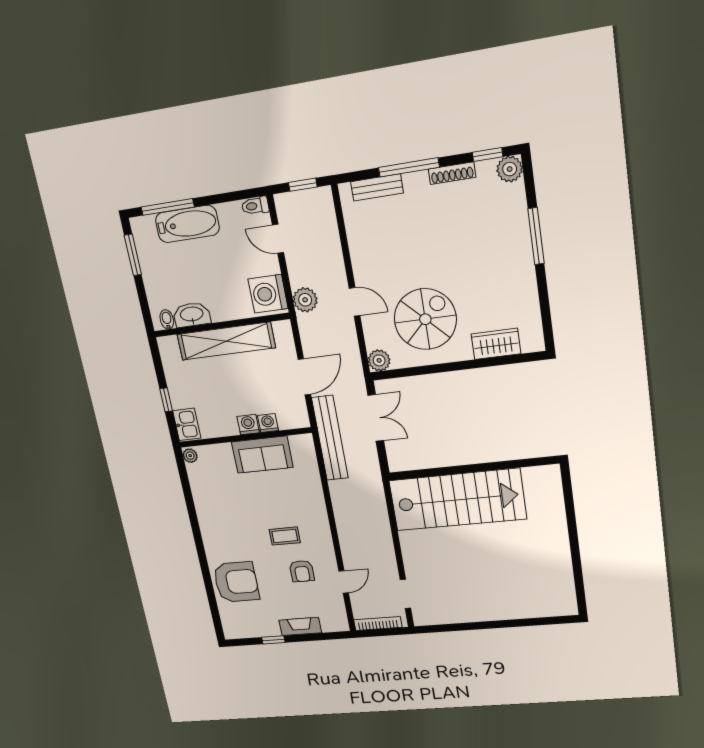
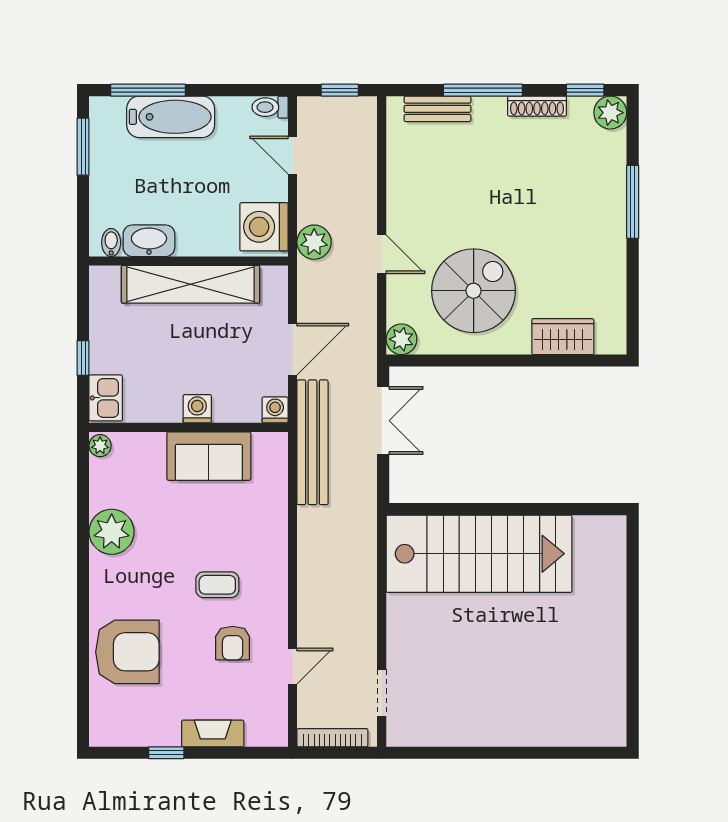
washing machine: (268, 423) -> (275, 410), moved
plant: (210, 509) -> (112, 532), added

